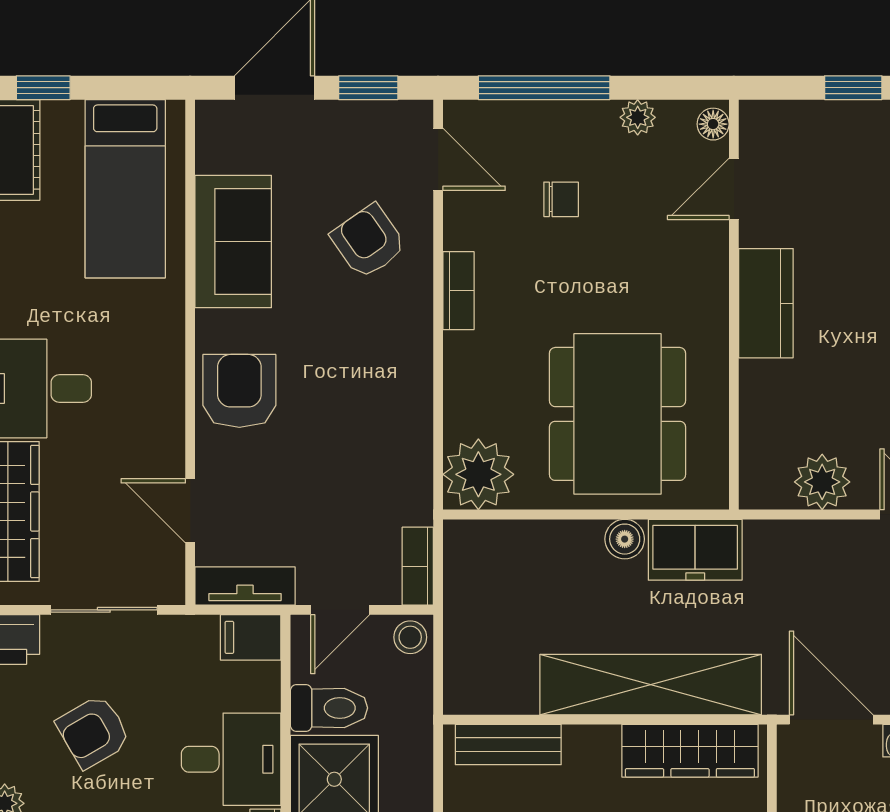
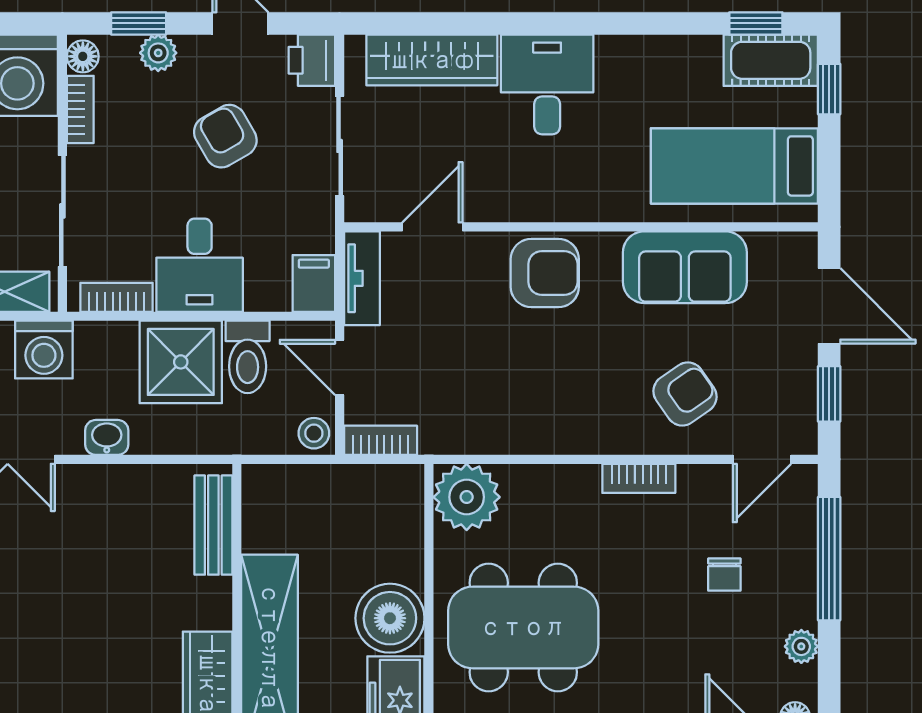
boiler: (625, 539) -> (390, 618), width x1.86, depth x1.86

